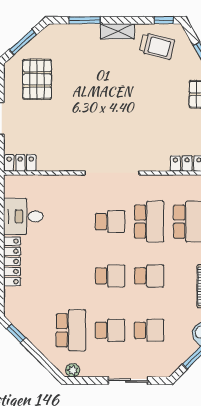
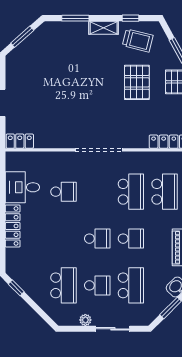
window: (164, 20) -> (131, 18), moved
pallet: (37, 79) -> (137, 82), moved
school desk: (110, 222) -> (63, 192), moved
school desk: (149, 330) -> (131, 285), width x1.85
plant: (73, 370) -> (85, 320), moved

